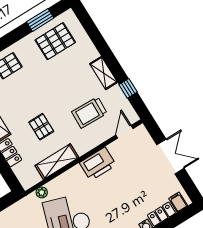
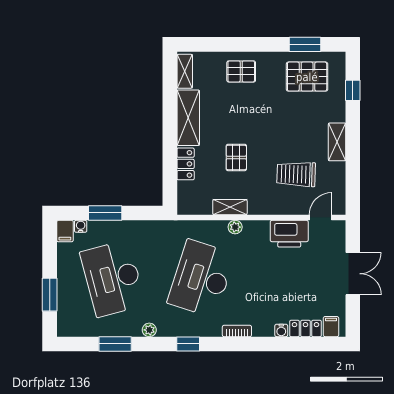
window: (128, 88) -> (353, 90), moved
shelving: (57, 162) -> (230, 207), width x0.67, depth x0.75
printer: (98, 164) -> (289, 234), moved
plant: (42, 192) -> (235, 227), moved

